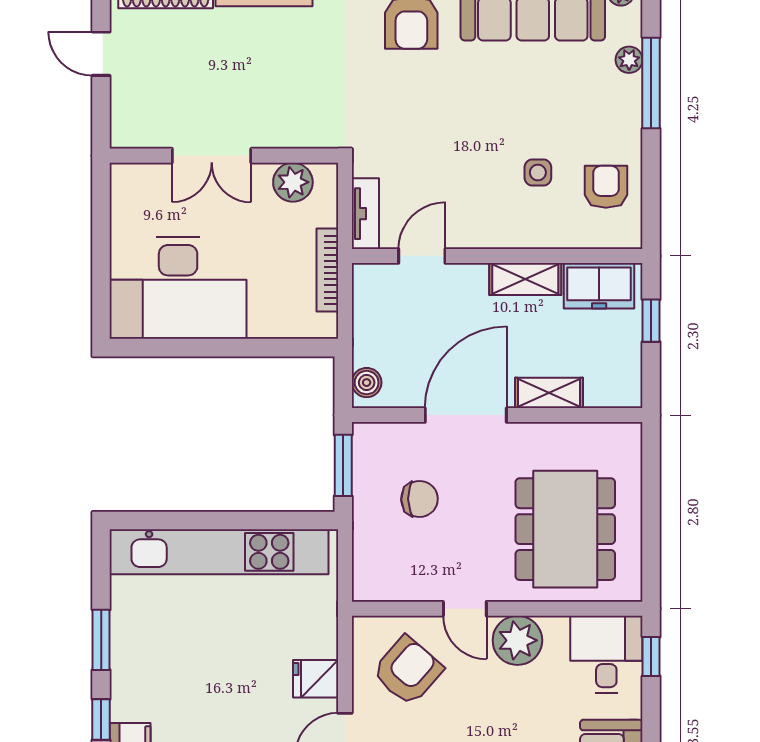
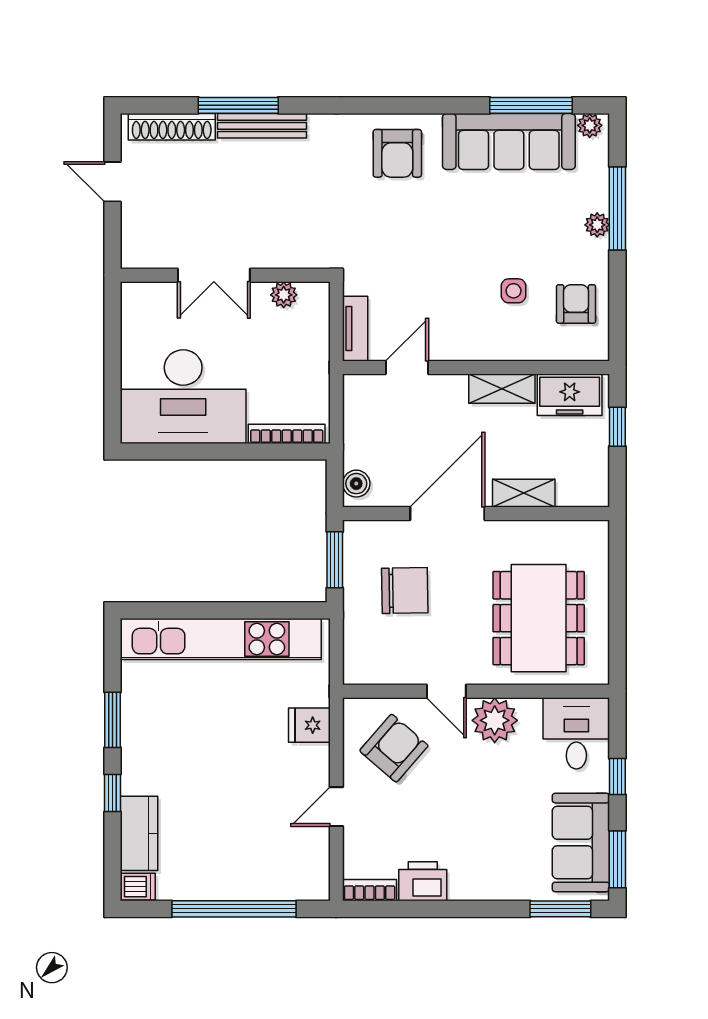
plant: (629, 60) -> (597, 225), moved
plant: (293, 182) -> (284, 295), width x0.73, depth x0.73
bookcase: (327, 270) -> (287, 434), moved, turned 90
chair: (420, 499) -> (405, 591), width x1.37, depth x1.37
window: (651, 657) -> (617, 777), moved
fridge: (316, 679) -> (309, 725), moved

